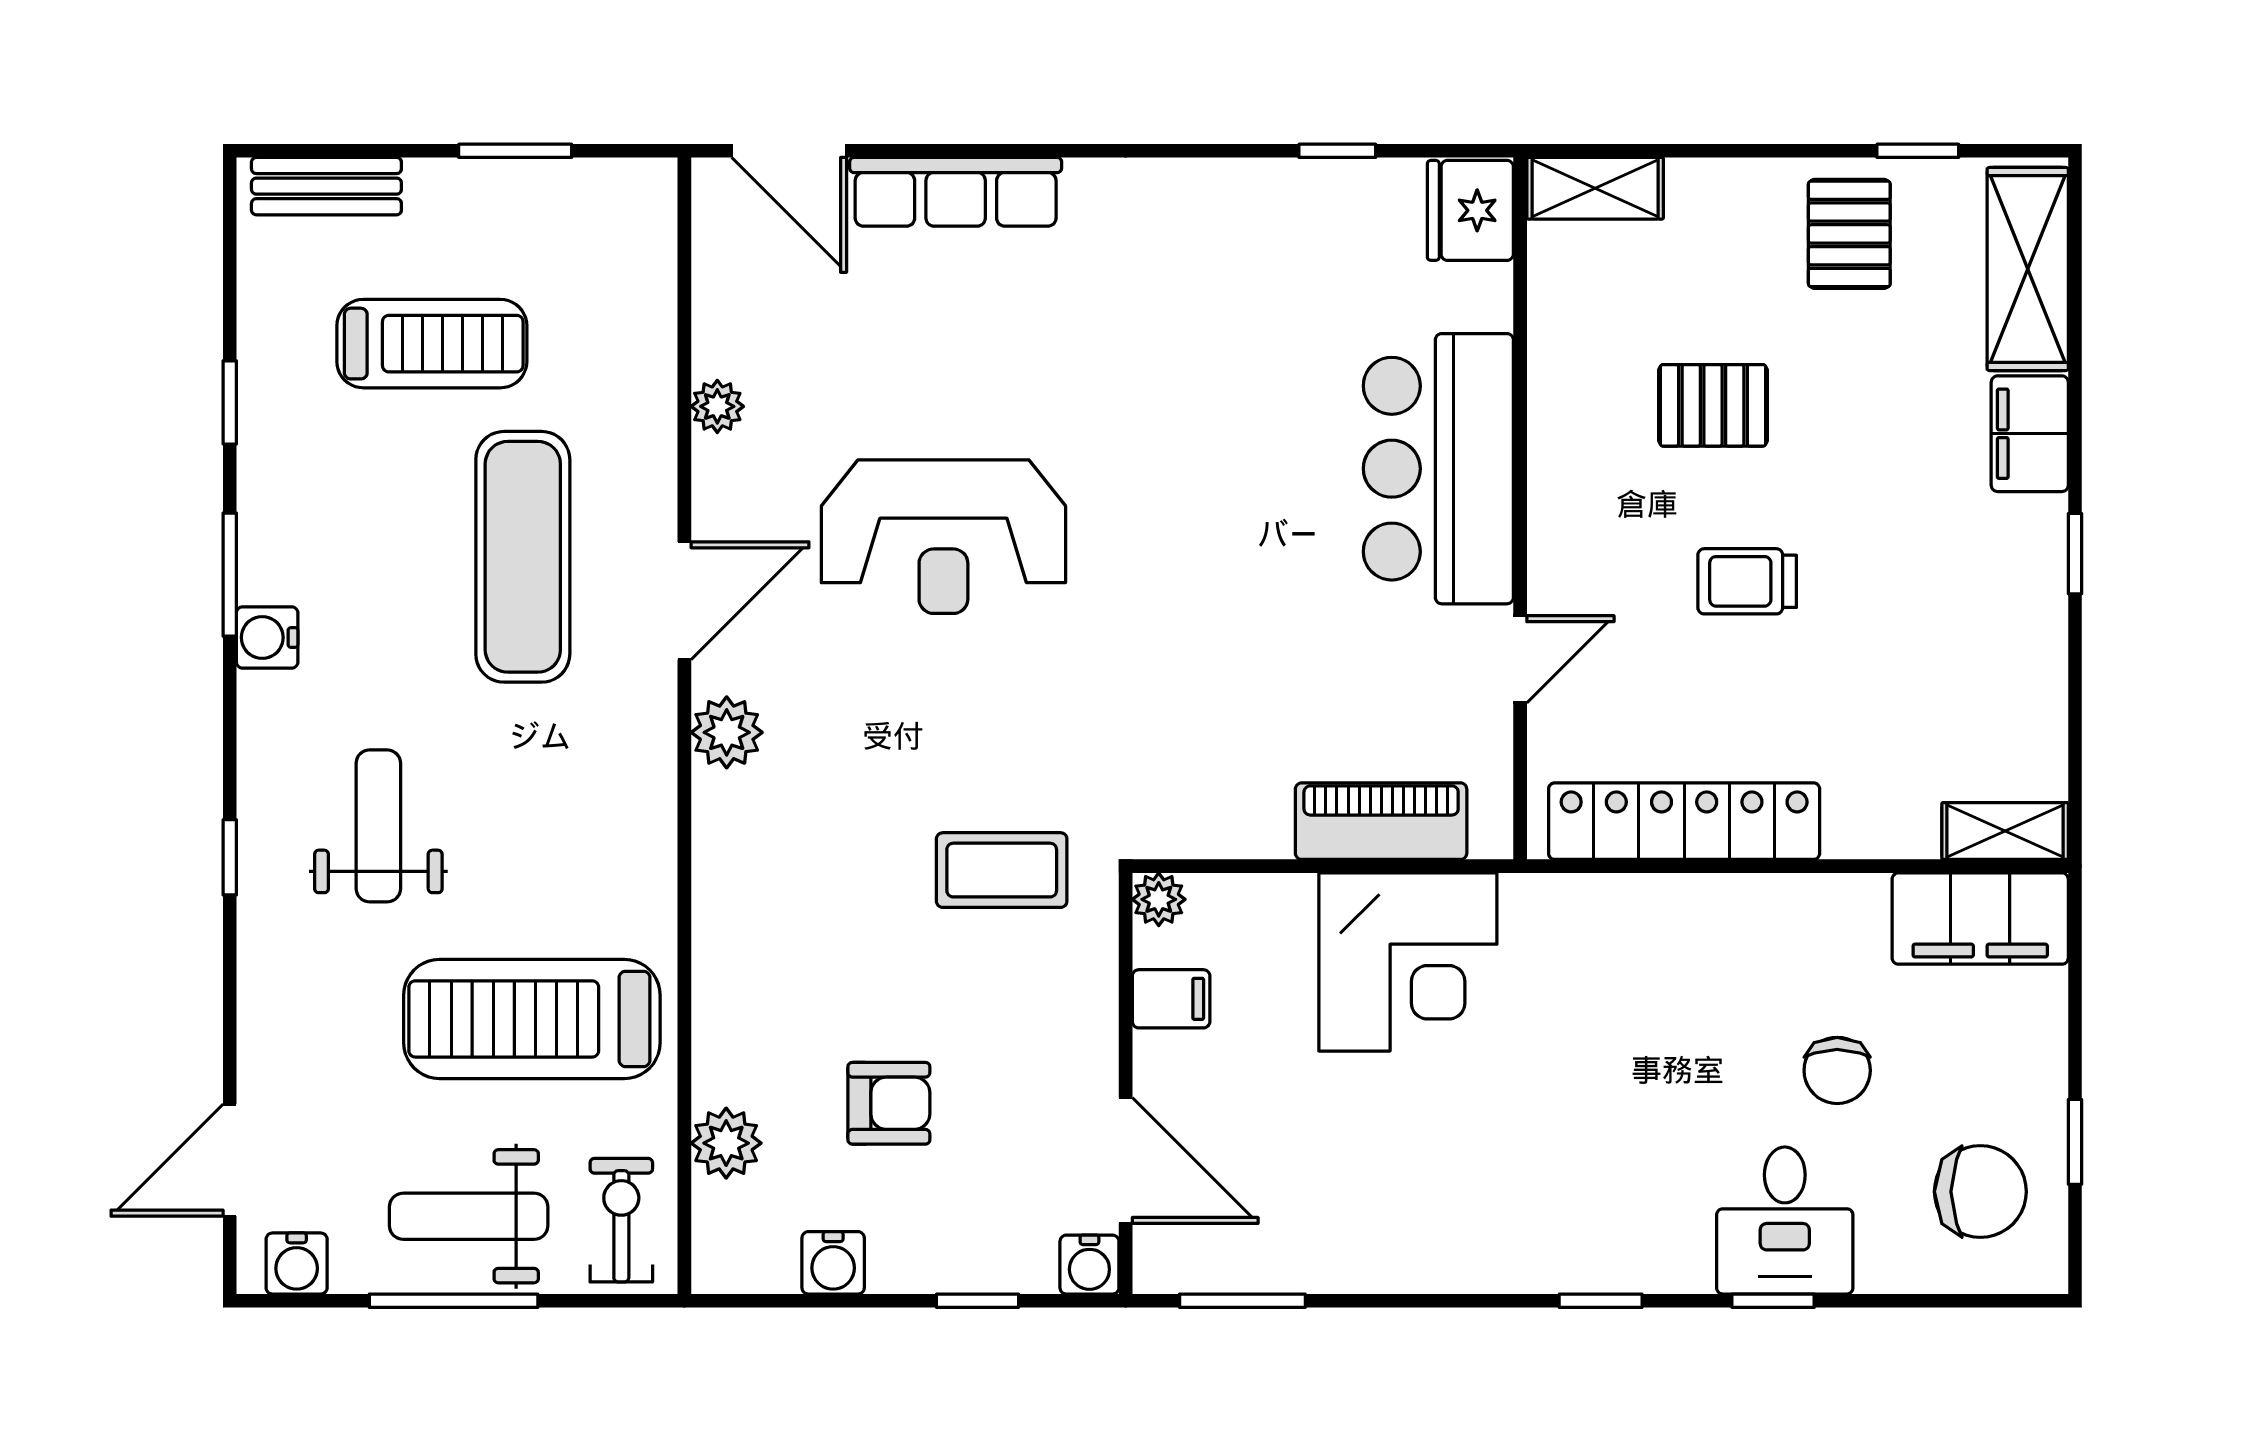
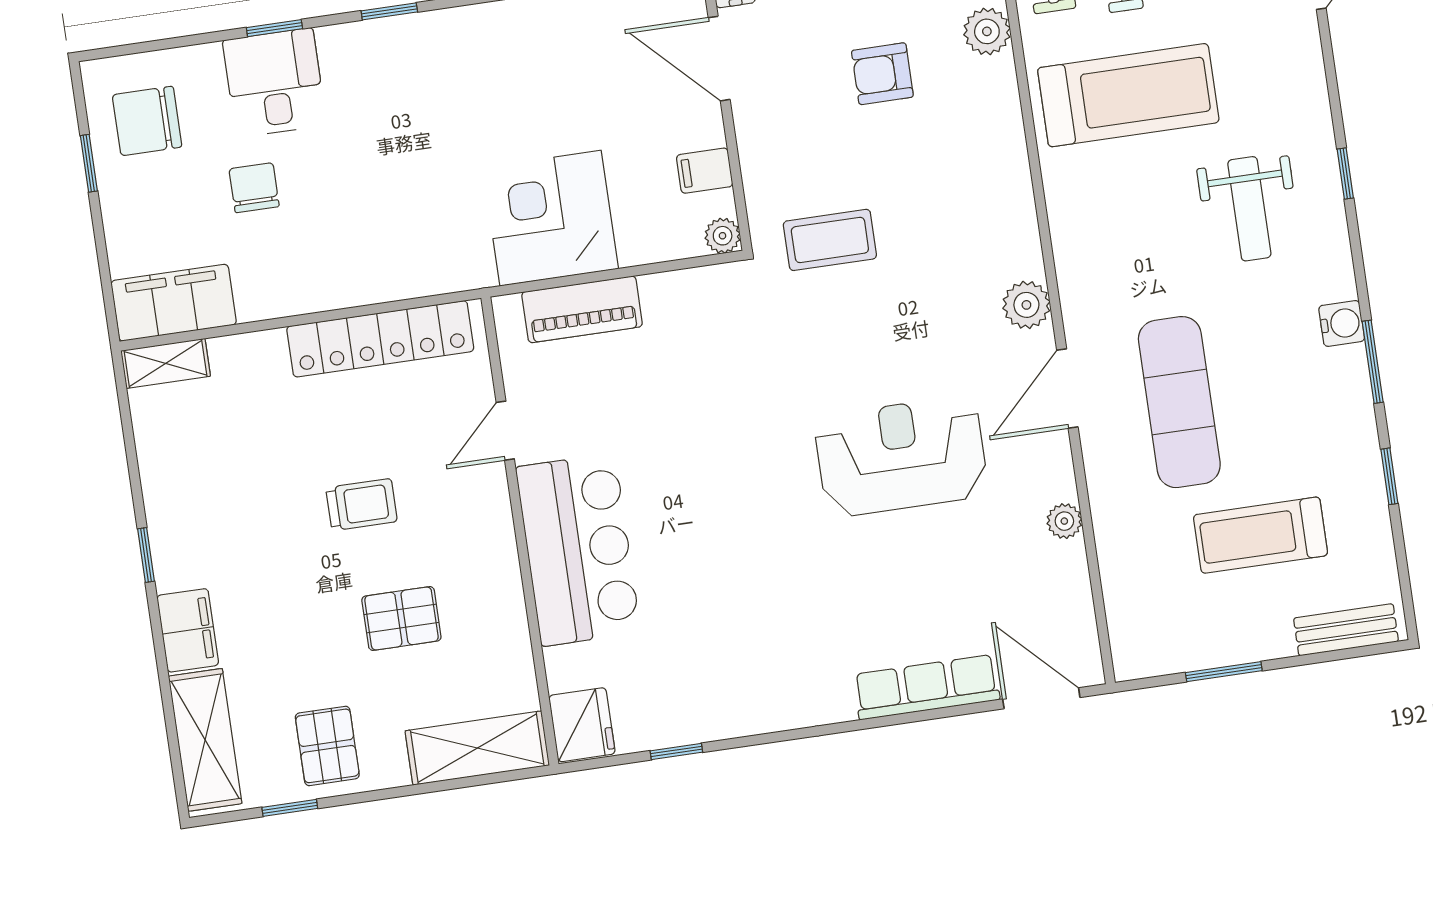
shelving: (1595, 188) -> (477, 748), width x1.50, depth x1.33

